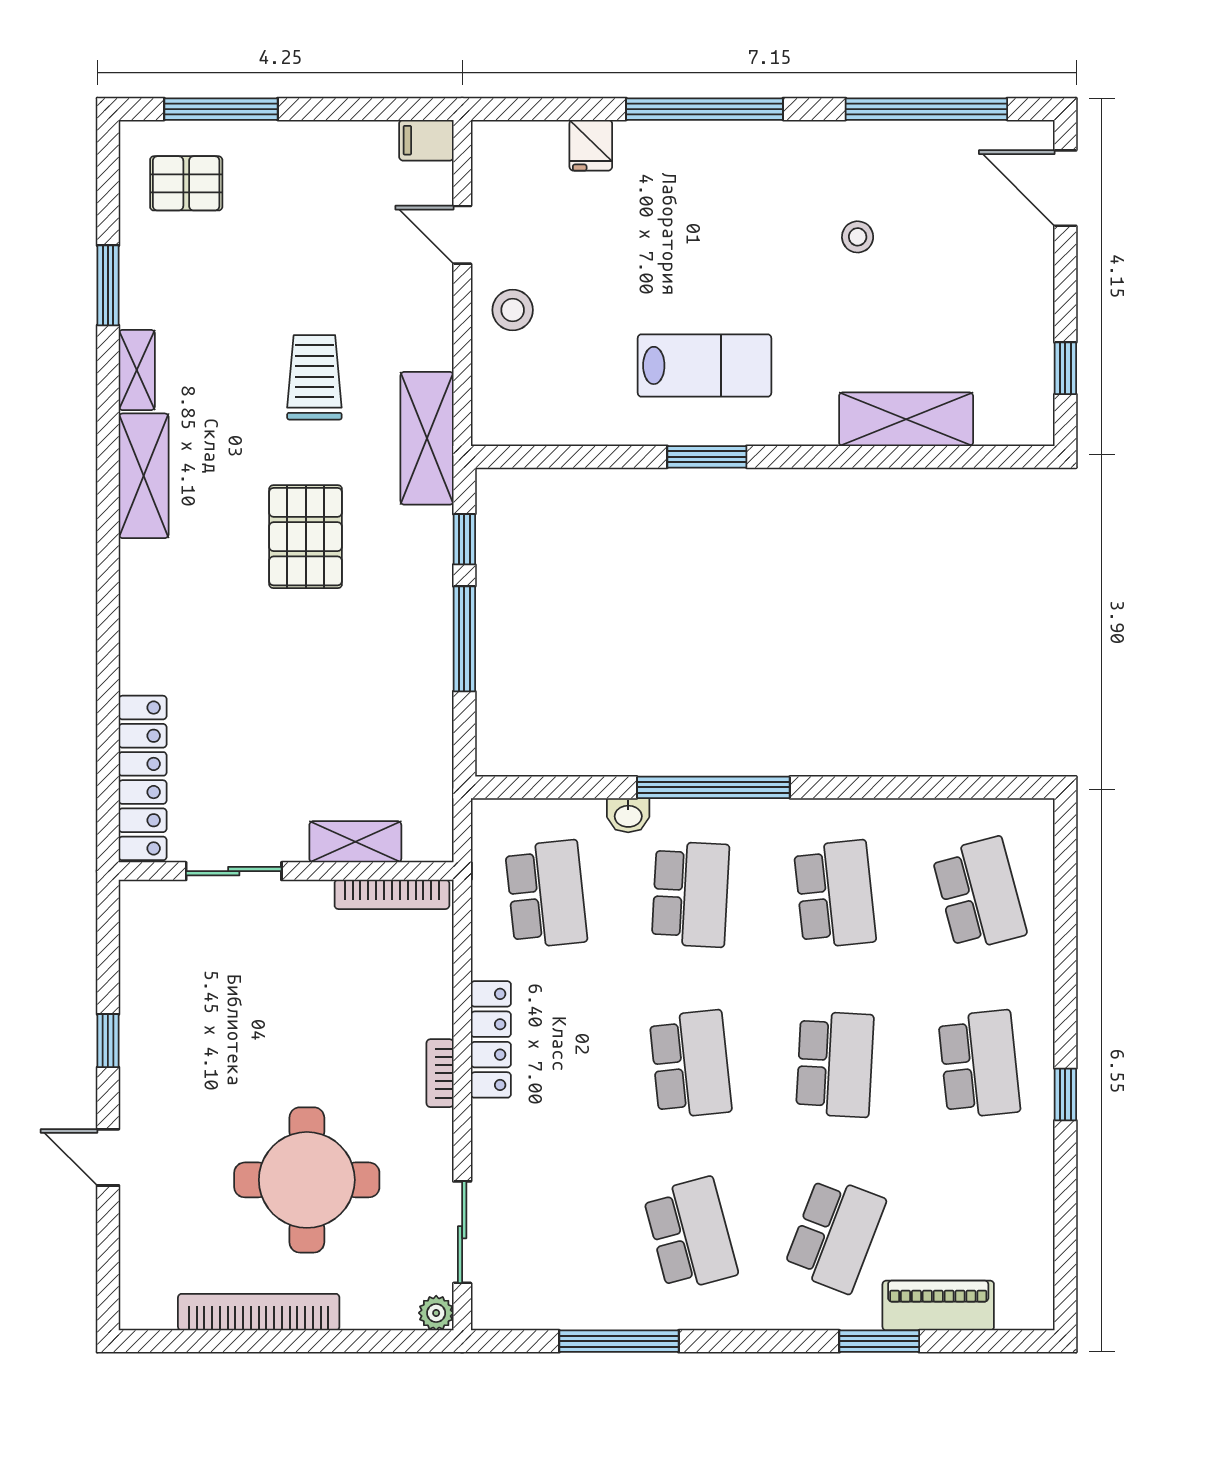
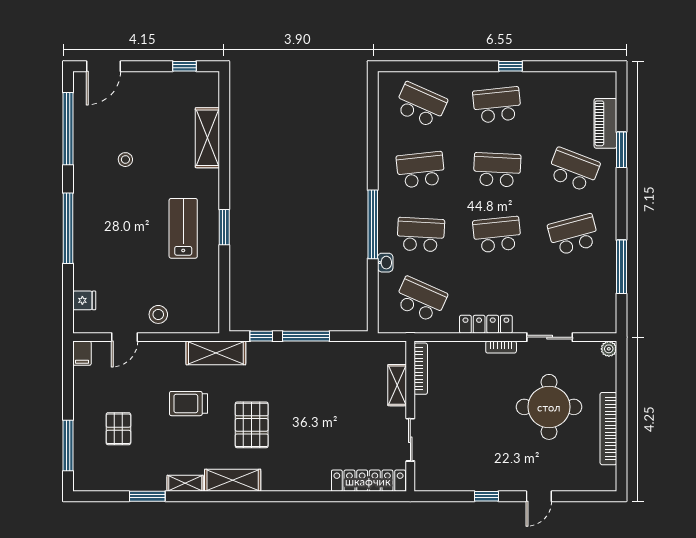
fridge: (591, 145) -> (84, 300), moved
pallet: (186, 183) -> (118, 429), moved
pallet: (306, 537) -> (252, 425), moved, turned 90
school desk: (546, 894) -> (421, 299), turned 30
school desk: (979, 894) -> (421, 105), turned 39
sliding door: (462, 1232) -> (550, 337), moved

